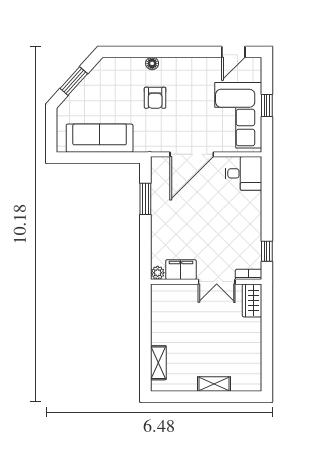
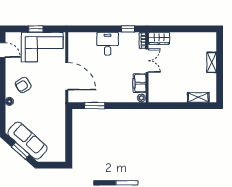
armchair: (155, 98) -> (23, 85), moved, turned 148
sofa: (100, 138) -> (27, 141), moved, turned 132
desk: (243, 173) -> (108, 44), moved

